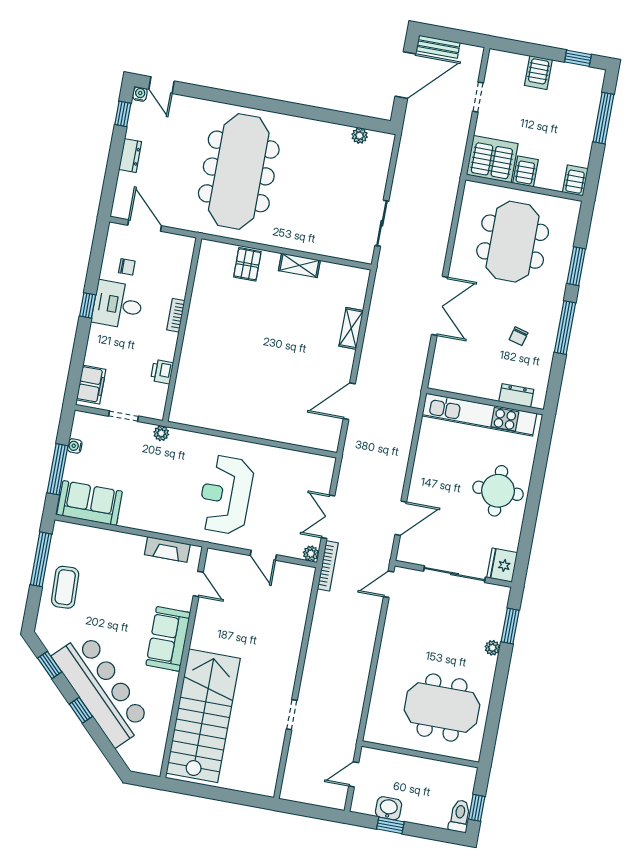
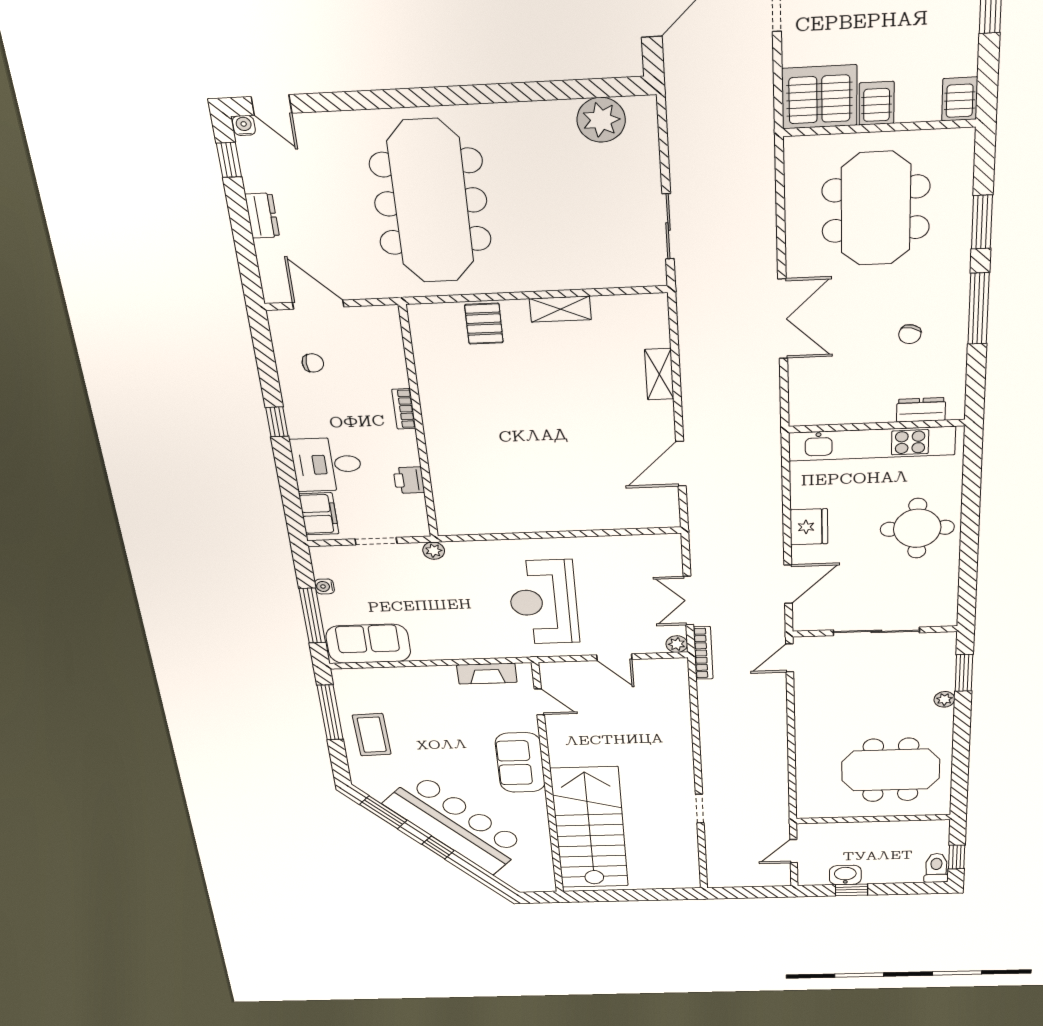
plant: (360, 136) -> (601, 120), width x1.87, depth x1.87
desk: (118, 305) -> (327, 464), moved
fridge: (502, 565) -> (809, 527), moved, turned 180
window: (50, 665) -> (383, 812), width x1.50

